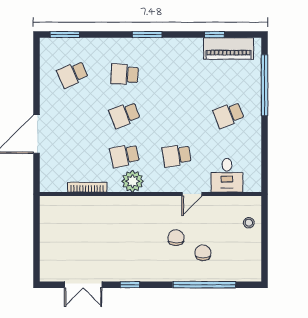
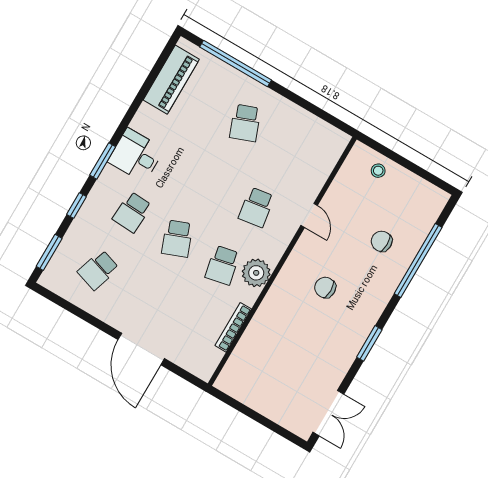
window: (214, 35) -> (77, 206), moved
school desk: (72, 74) -> (98, 270), turned 42
desk: (227, 175) -> (136, 155), moved, turned 180
chair: (176, 238) -> (325, 287), moved
double door: (83, 285) -> (328, 413), moved
window: (130, 285) -> (369, 343), width x1.50

